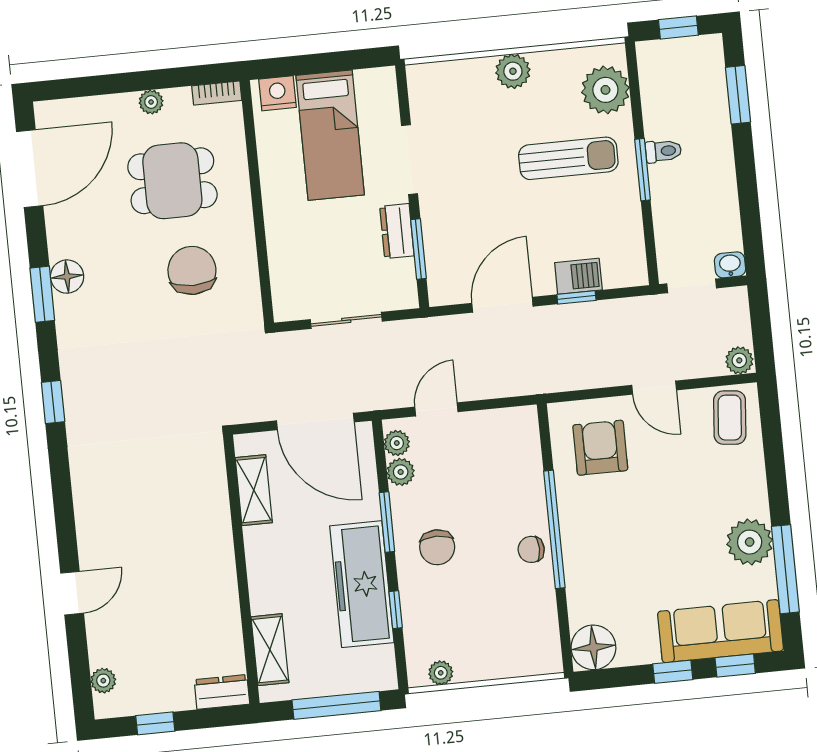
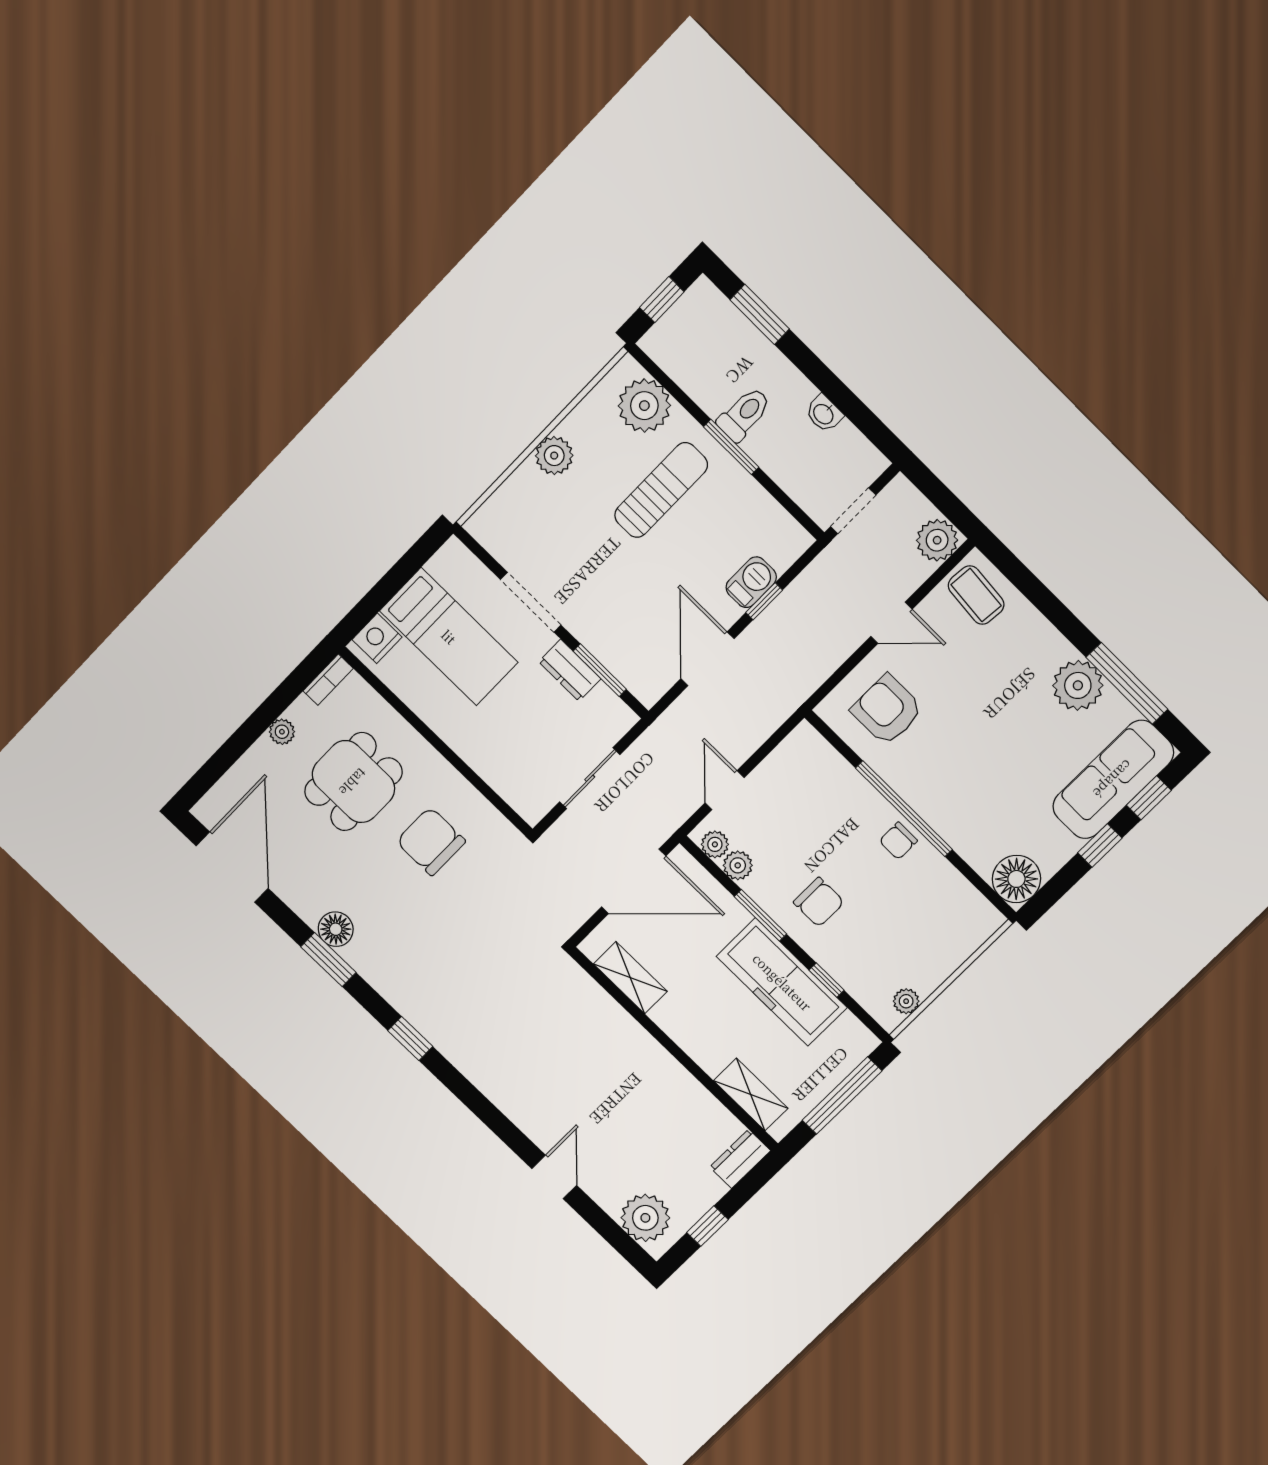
toilet: (663, 151) -> (744, 414), width x1.37, depth x1.39
washbasin: (730, 265) -> (824, 414), moved, turned -90
plant: (739, 360) -> (937, 540), width x1.38, depth x1.38
plant: (103, 681) -> (645, 1218), width x1.88, depth x1.88

